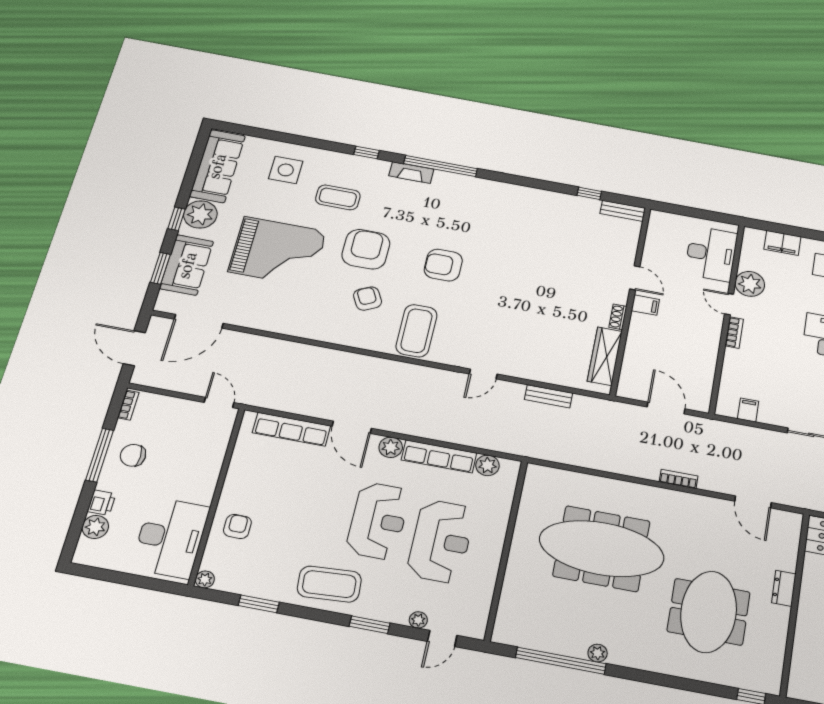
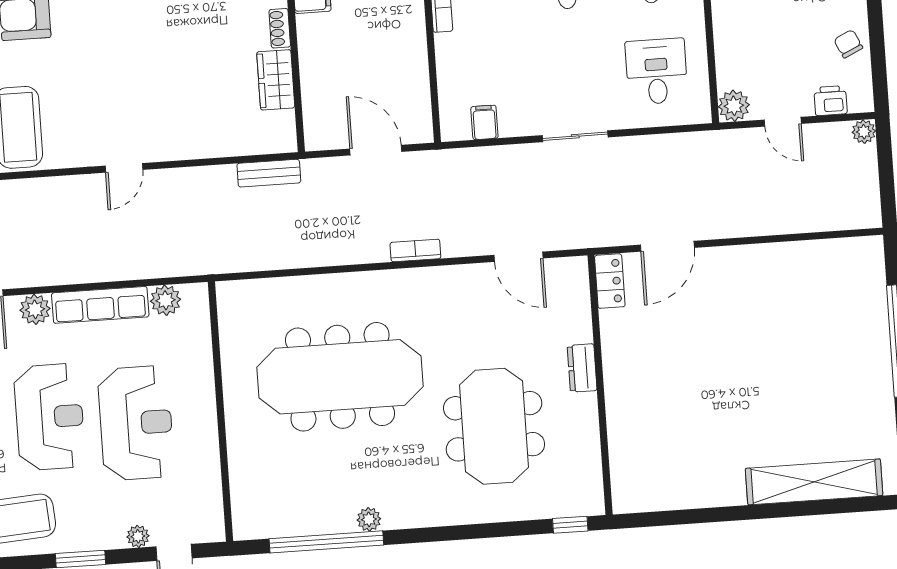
wardrobe: (605, 356) -> (276, 80), width x0.67
bench: (549, 396) -> (269, 173), moved

